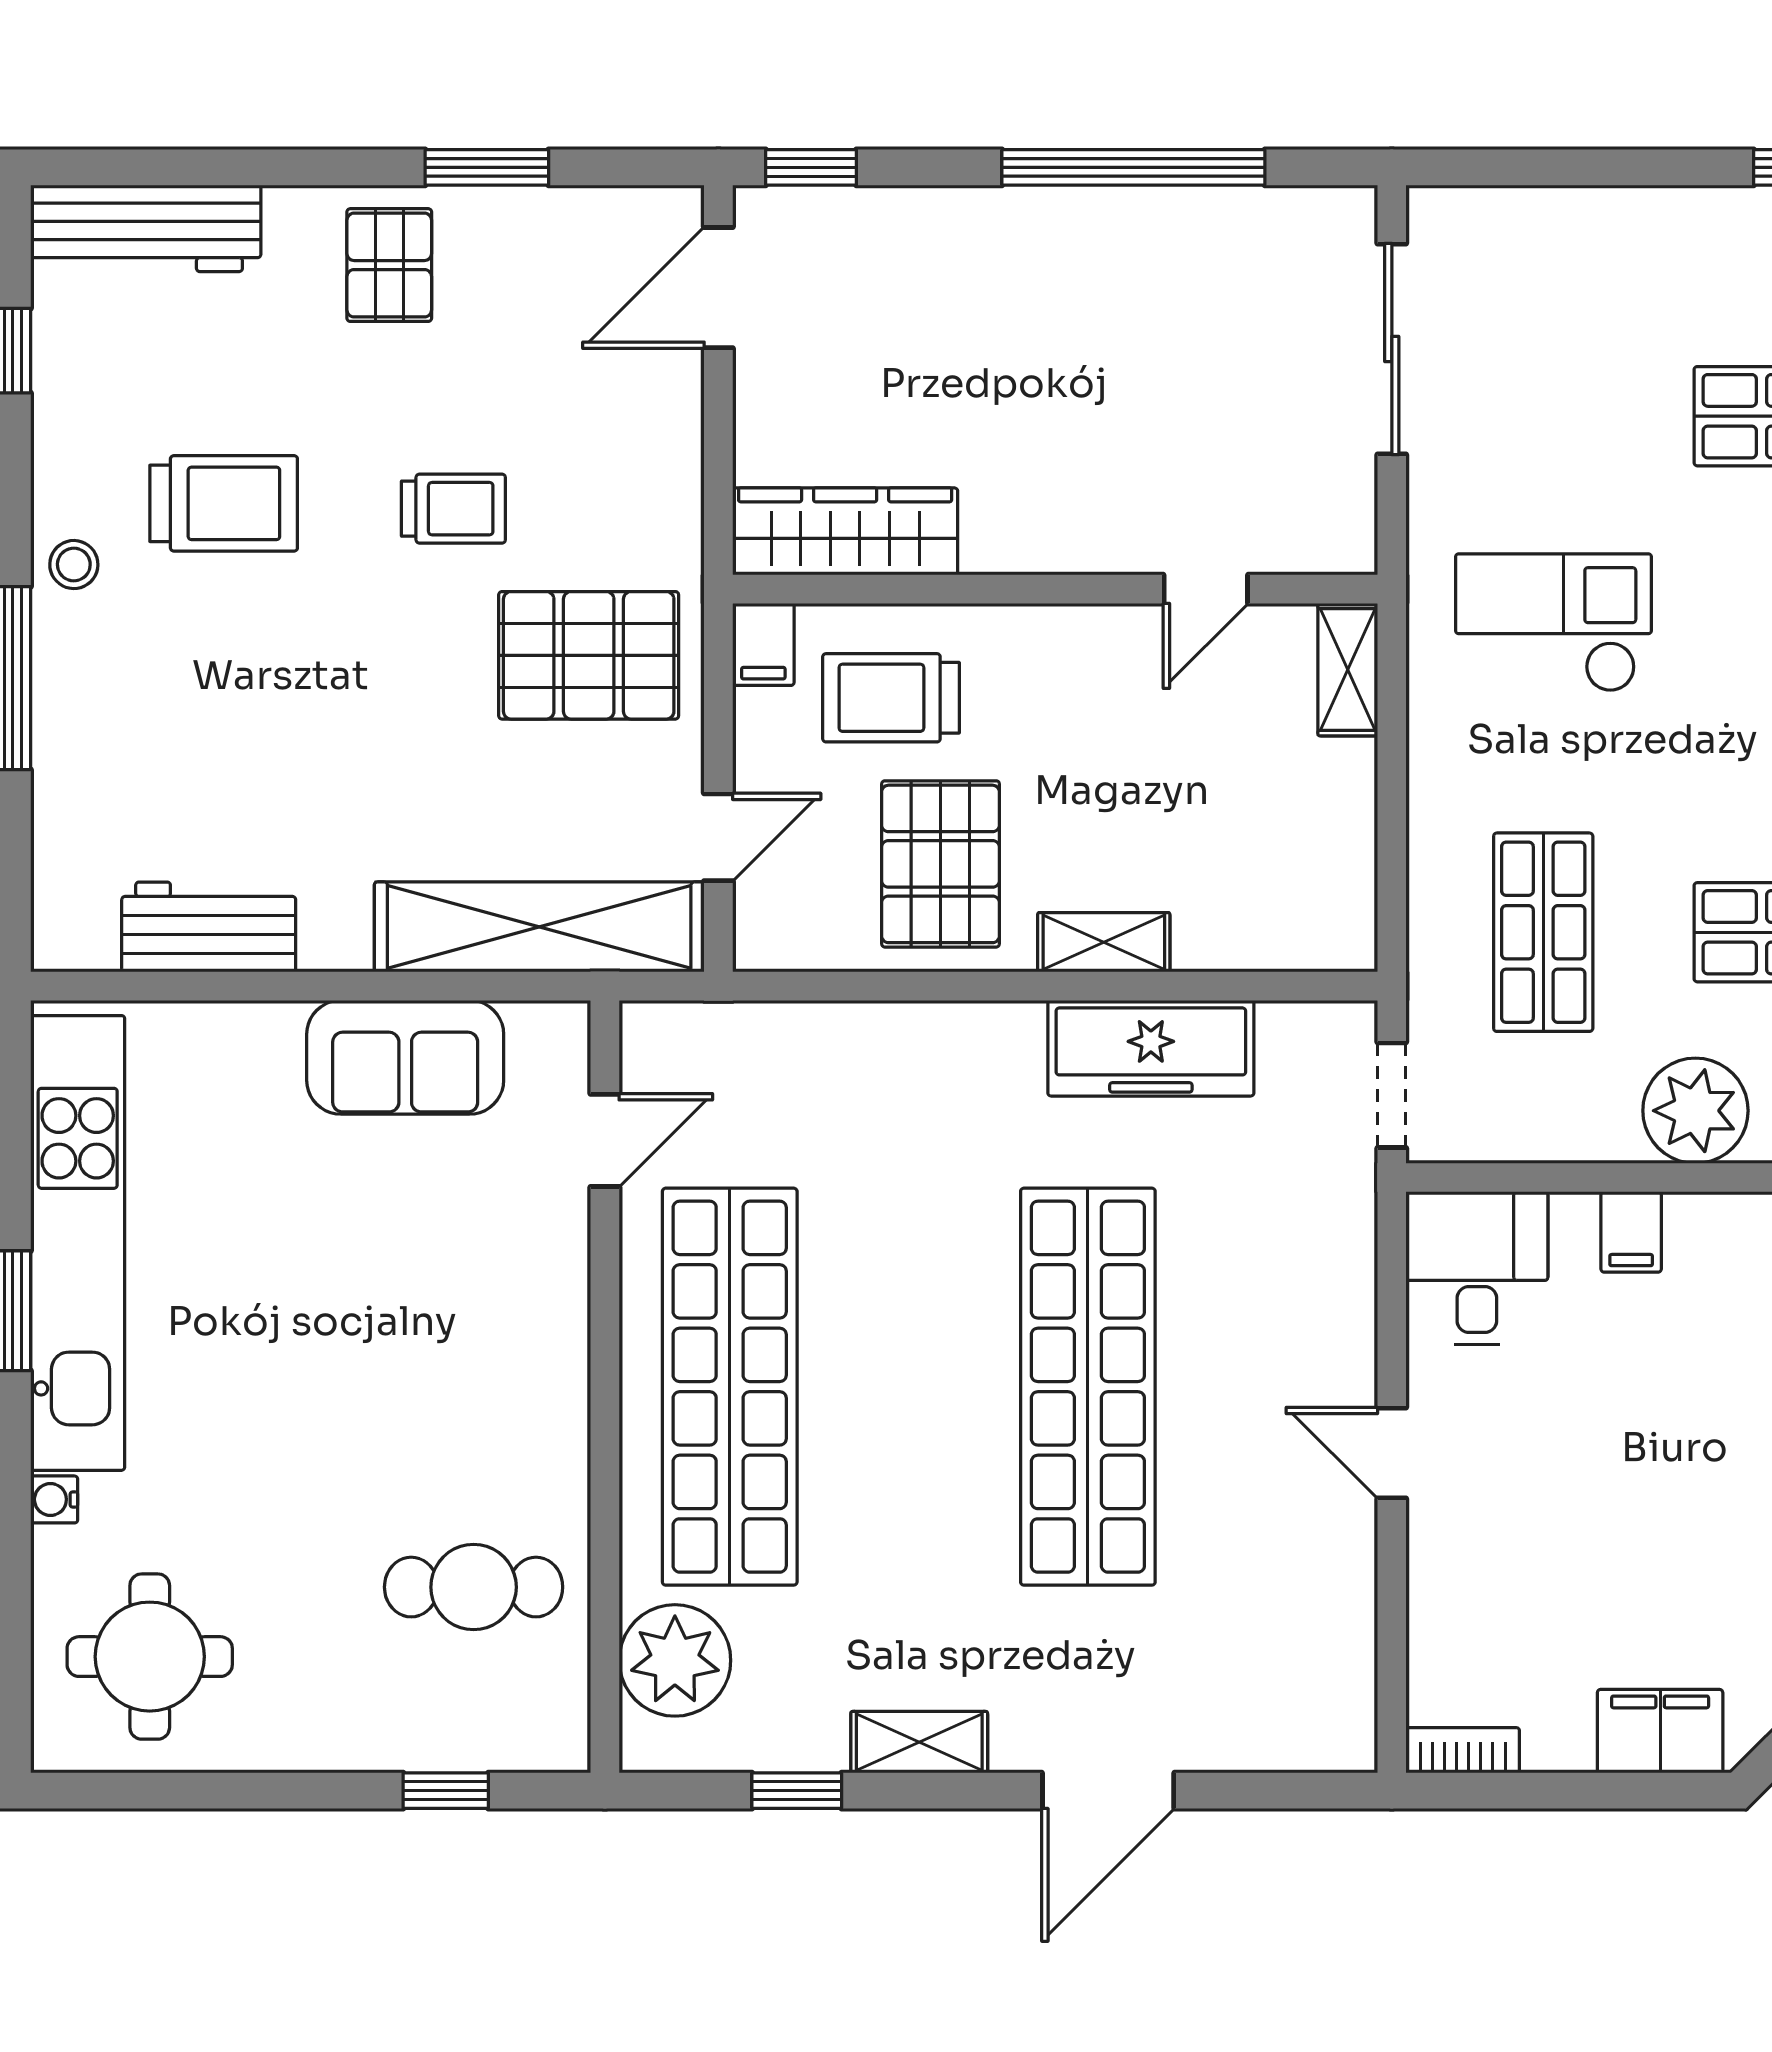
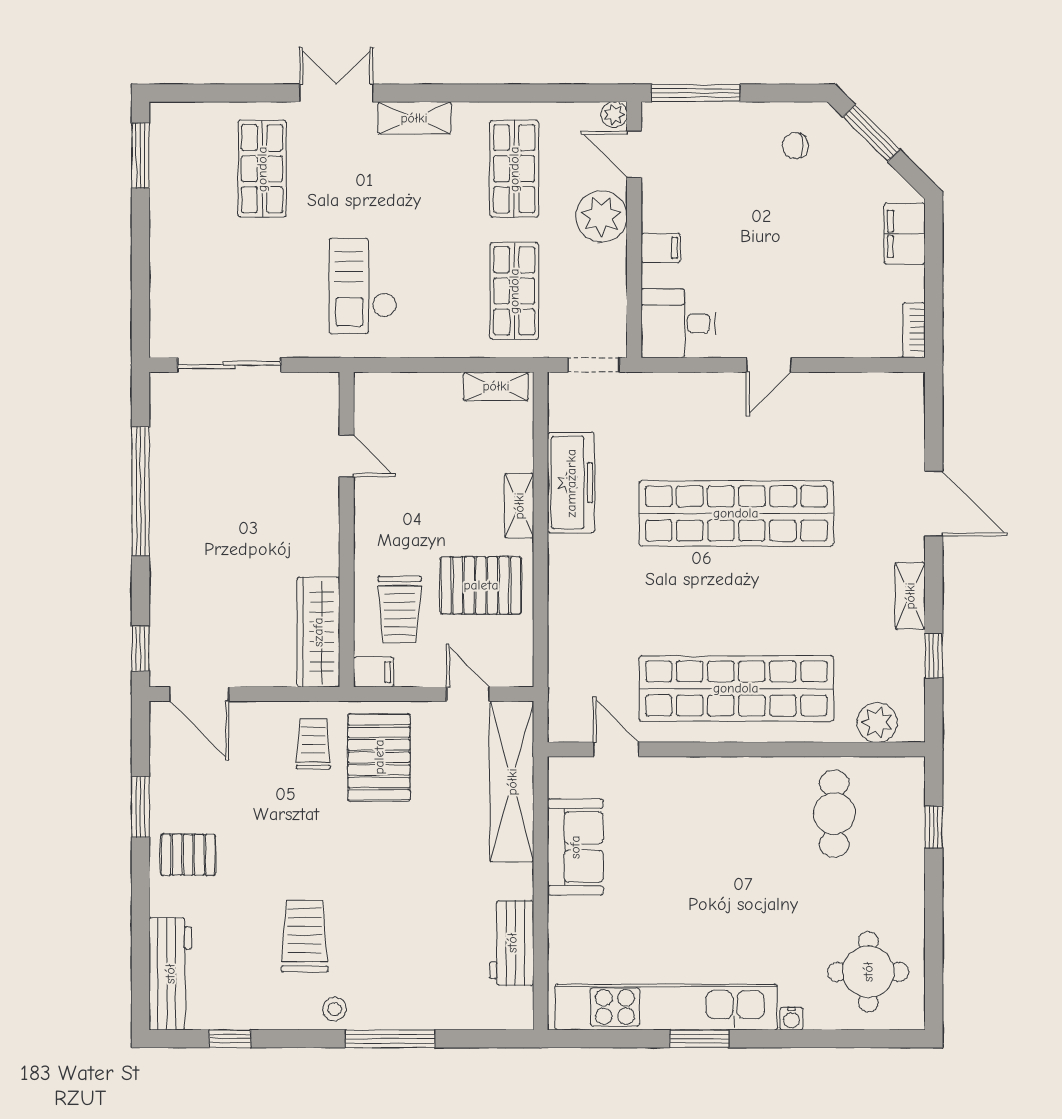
trolley: (453, 509) -> (313, 744), moved
shelving: (1348, 670) -> (496, 386), moved
shop shelf: (1543, 932) -> (514, 291), turned 90
plant: (675, 1660) -> (877, 722), width x0.73, depth x0.73

